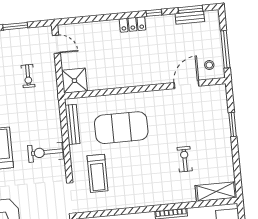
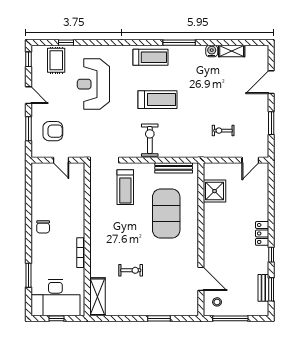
shower: (74, 81) -> (215, 191), moved
treadmill: (97, 173) -> (125, 187), turned -90

